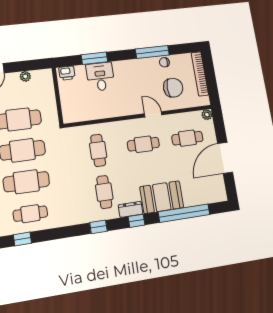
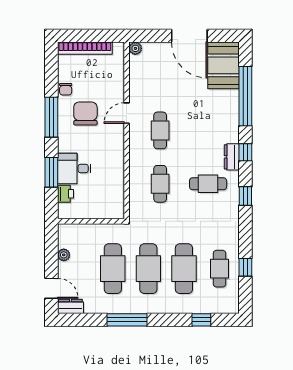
window: (152, 52) -> (51, 117), moved
printer: (67, 73) -> (65, 194), moved
chair: (173, 88) -> (85, 113), moved
cafe table: (187, 138) -> (160, 77), removed
cafe table: (98, 150) -> (160, 184), turned 90
booth: (162, 197) -> (224, 65), moved
window: (22, 239) -> (245, 267), moved

